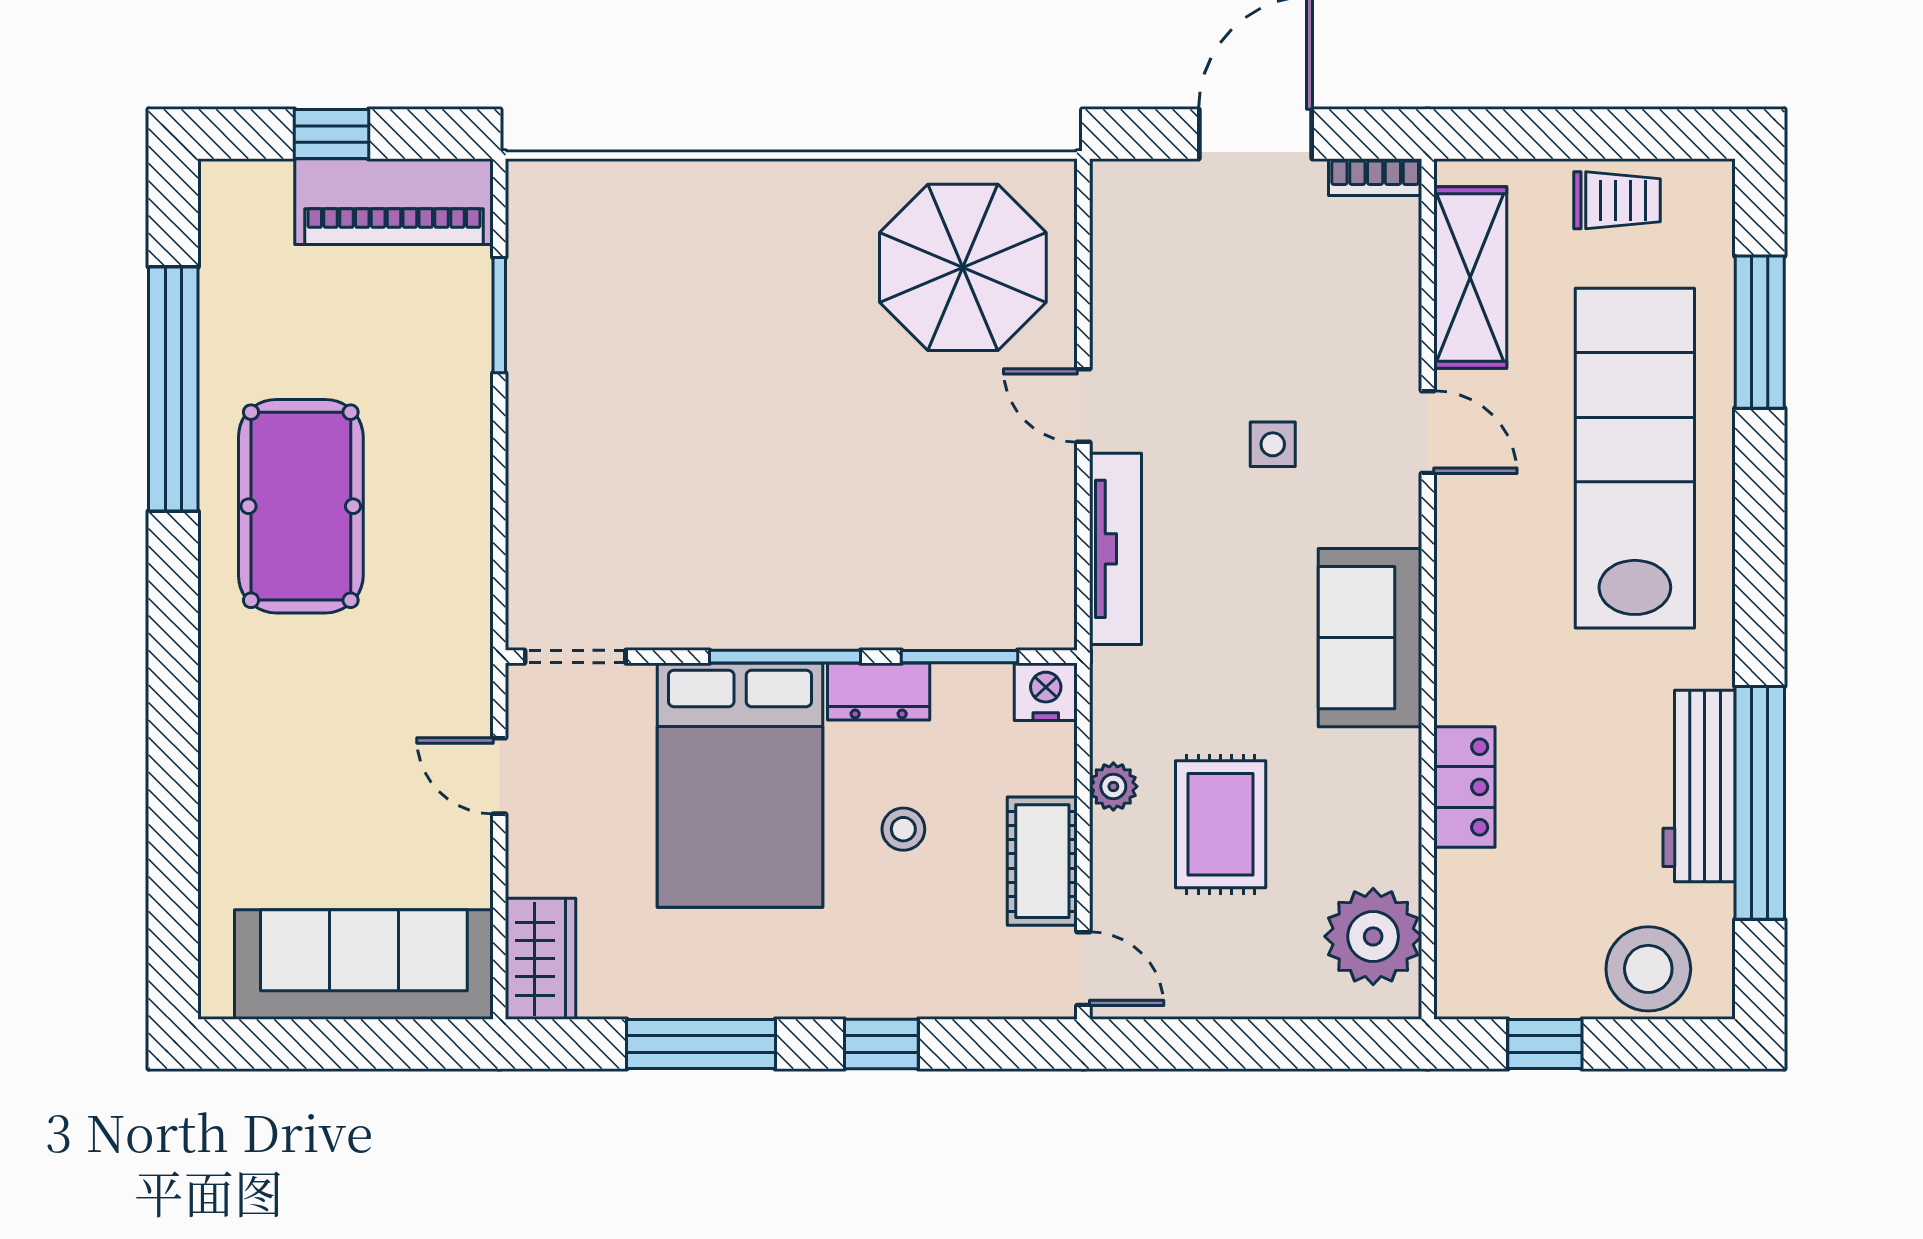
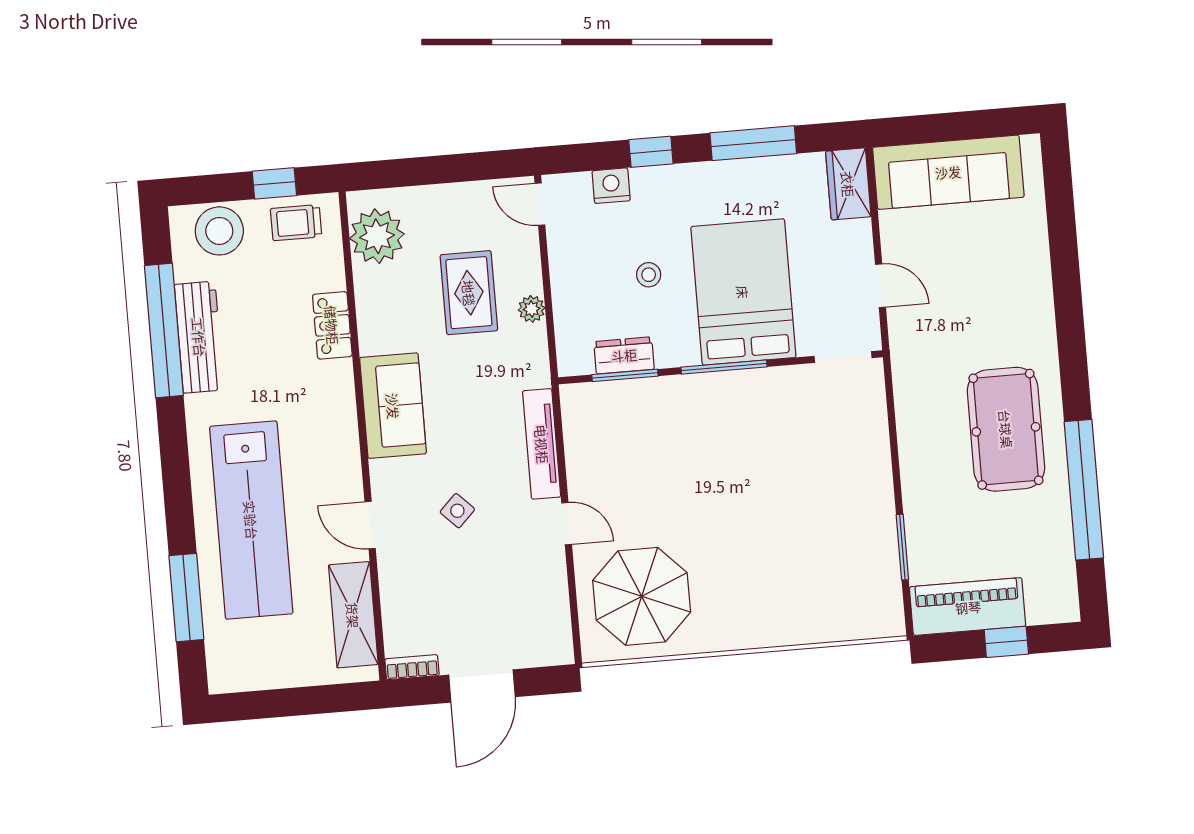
trolley: (1617, 200) -> (296, 223), moved
side table: (1273, 444) -> (457, 511), turned 45
dresser: (879, 692) -> (624, 355), moved
nightstand: (1046, 692) -> (611, 186), moved, turned 180
cot: (1042, 861) -> (568, 263), removed

